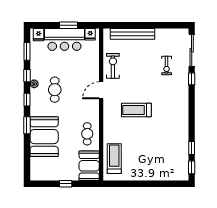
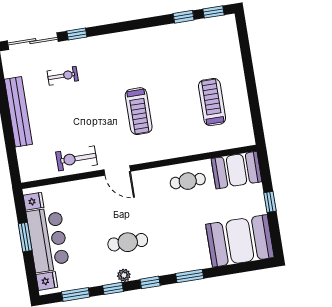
bench: (132, 34) -> (18, 112), moved
booth: (44, 137) -> (240, 241), moved
treadmill: (114, 159) -> (212, 102), moved, turned 90

